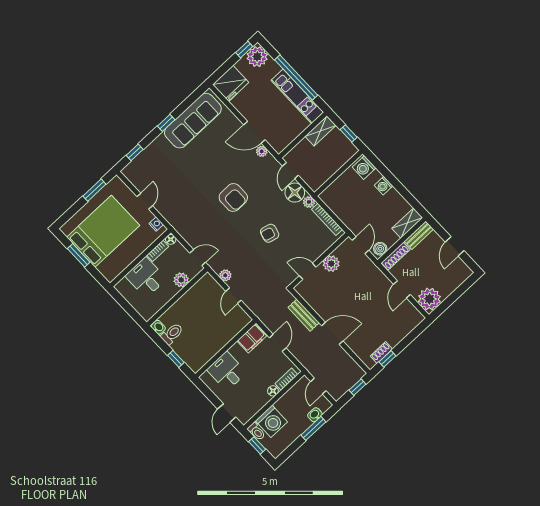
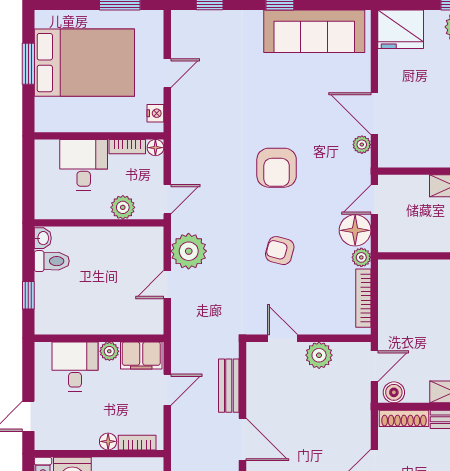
door: (198, 258) -> (167, 199), hinge flipped
plant: (225, 275) -> (189, 251), width x1.88, depth x1.88
plant: (236, 350) -> (109, 351), added

